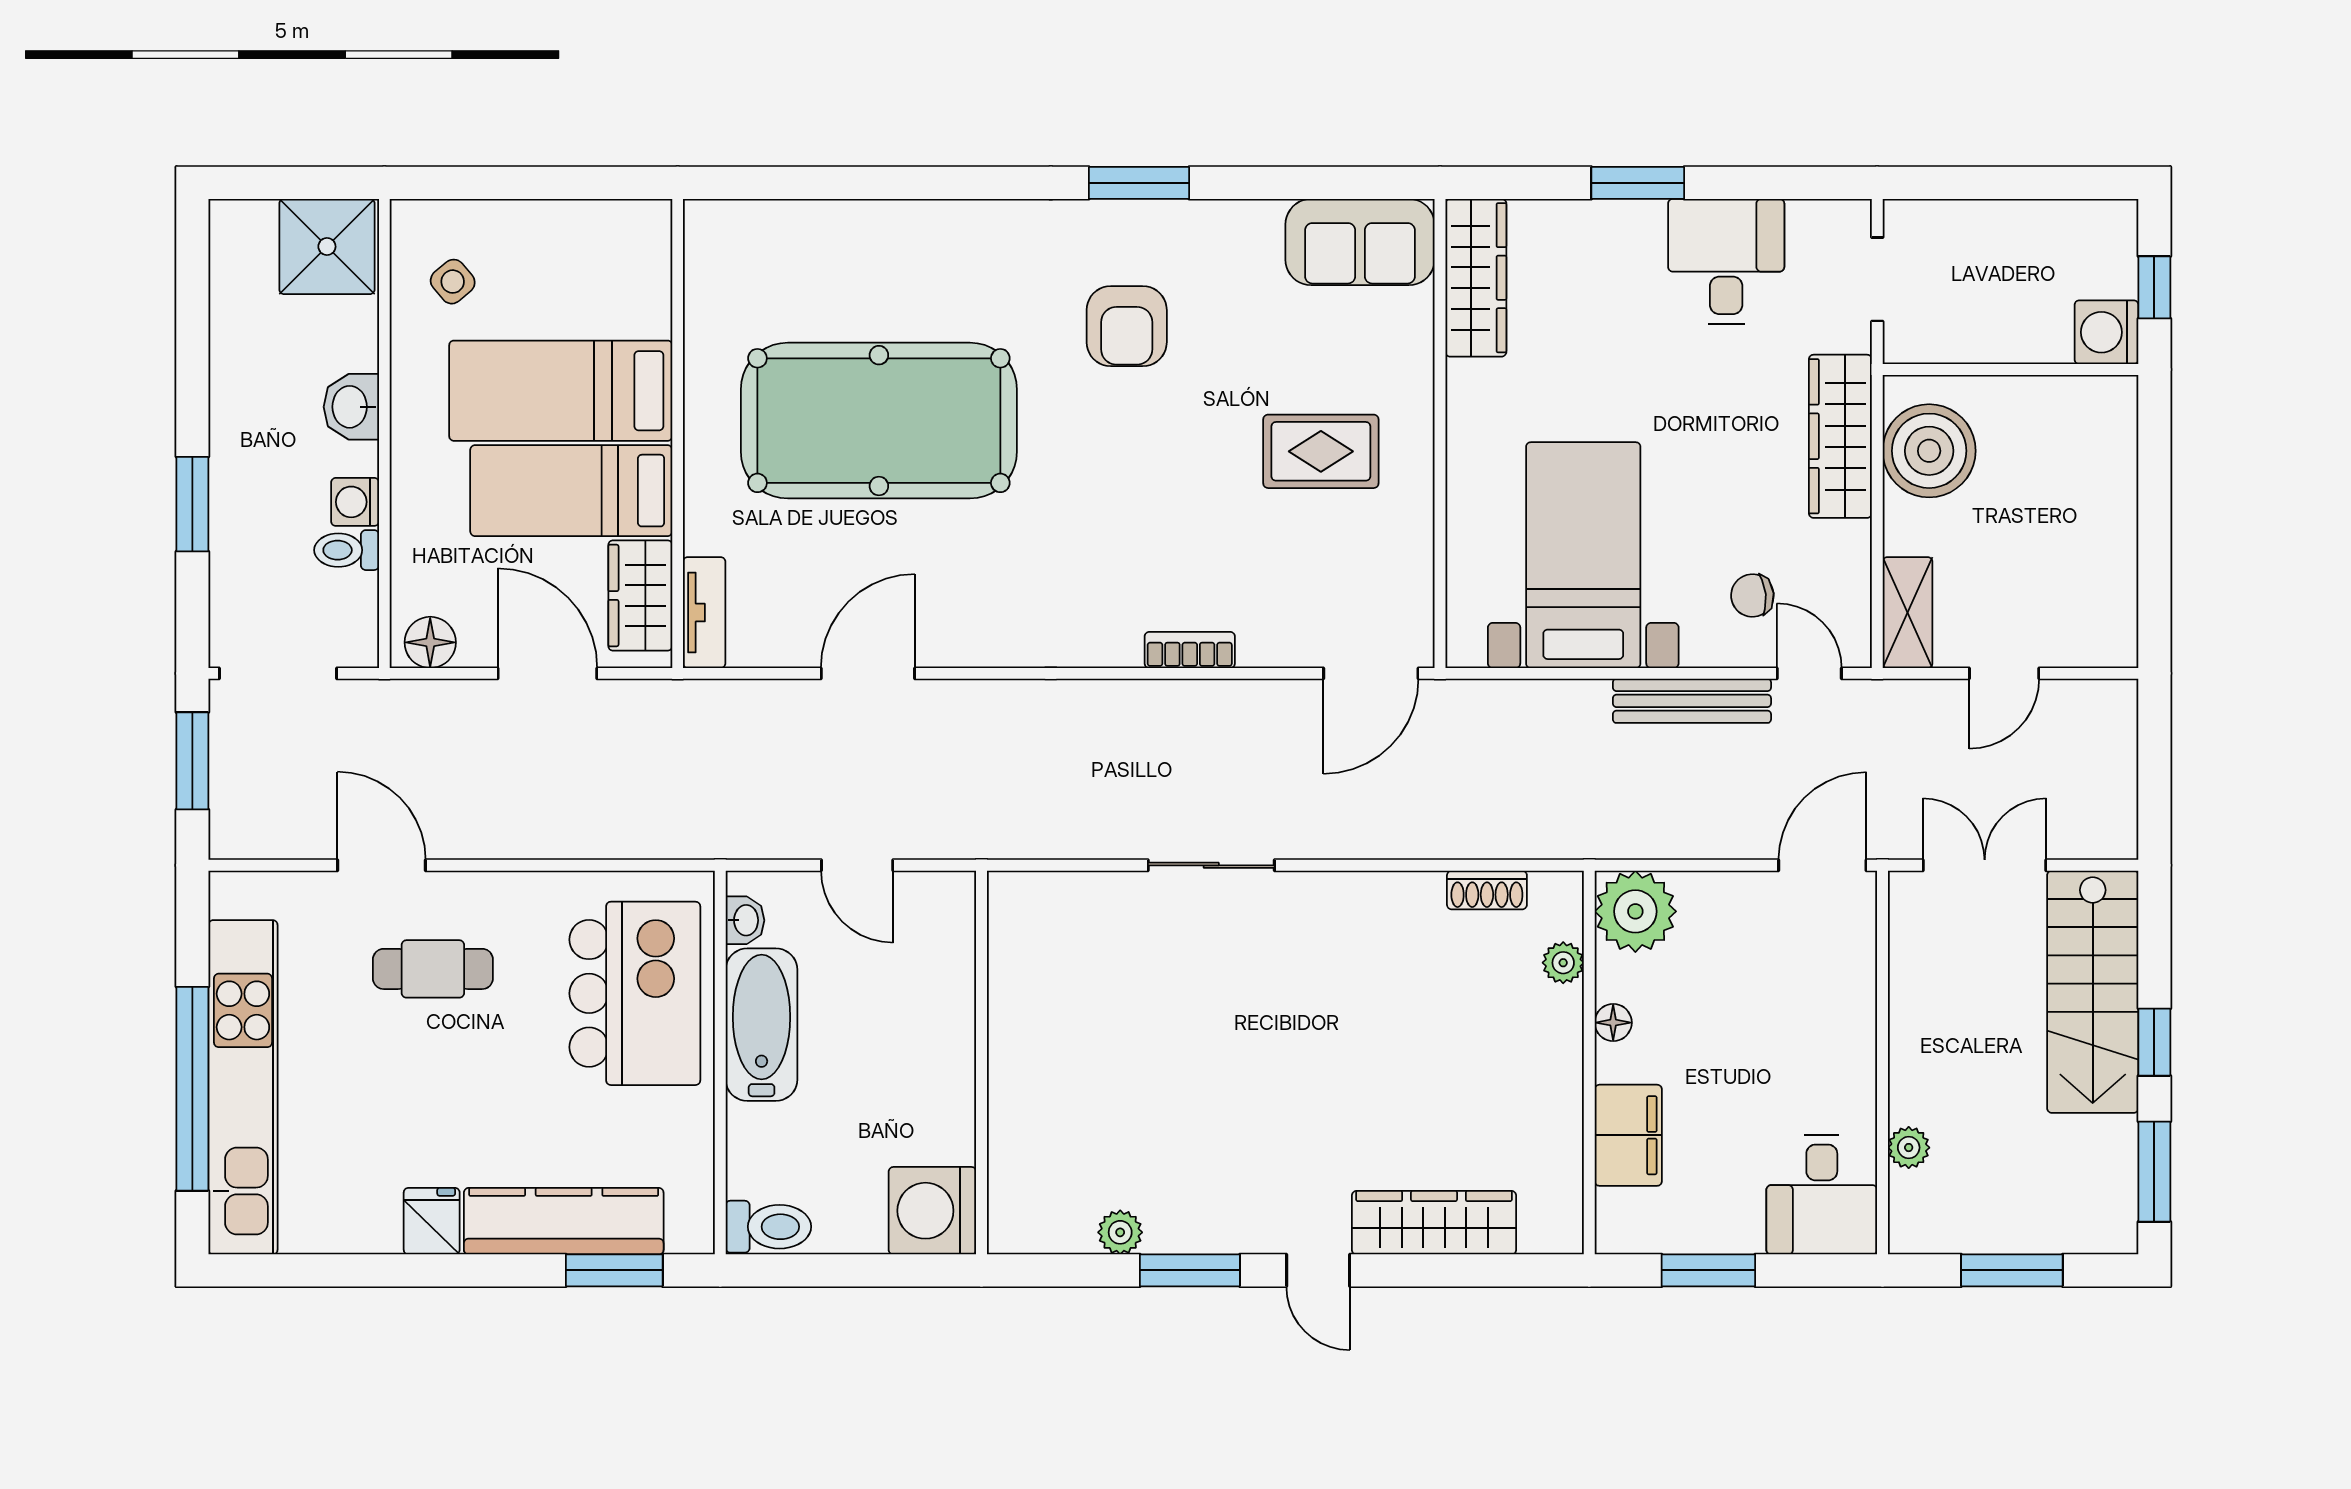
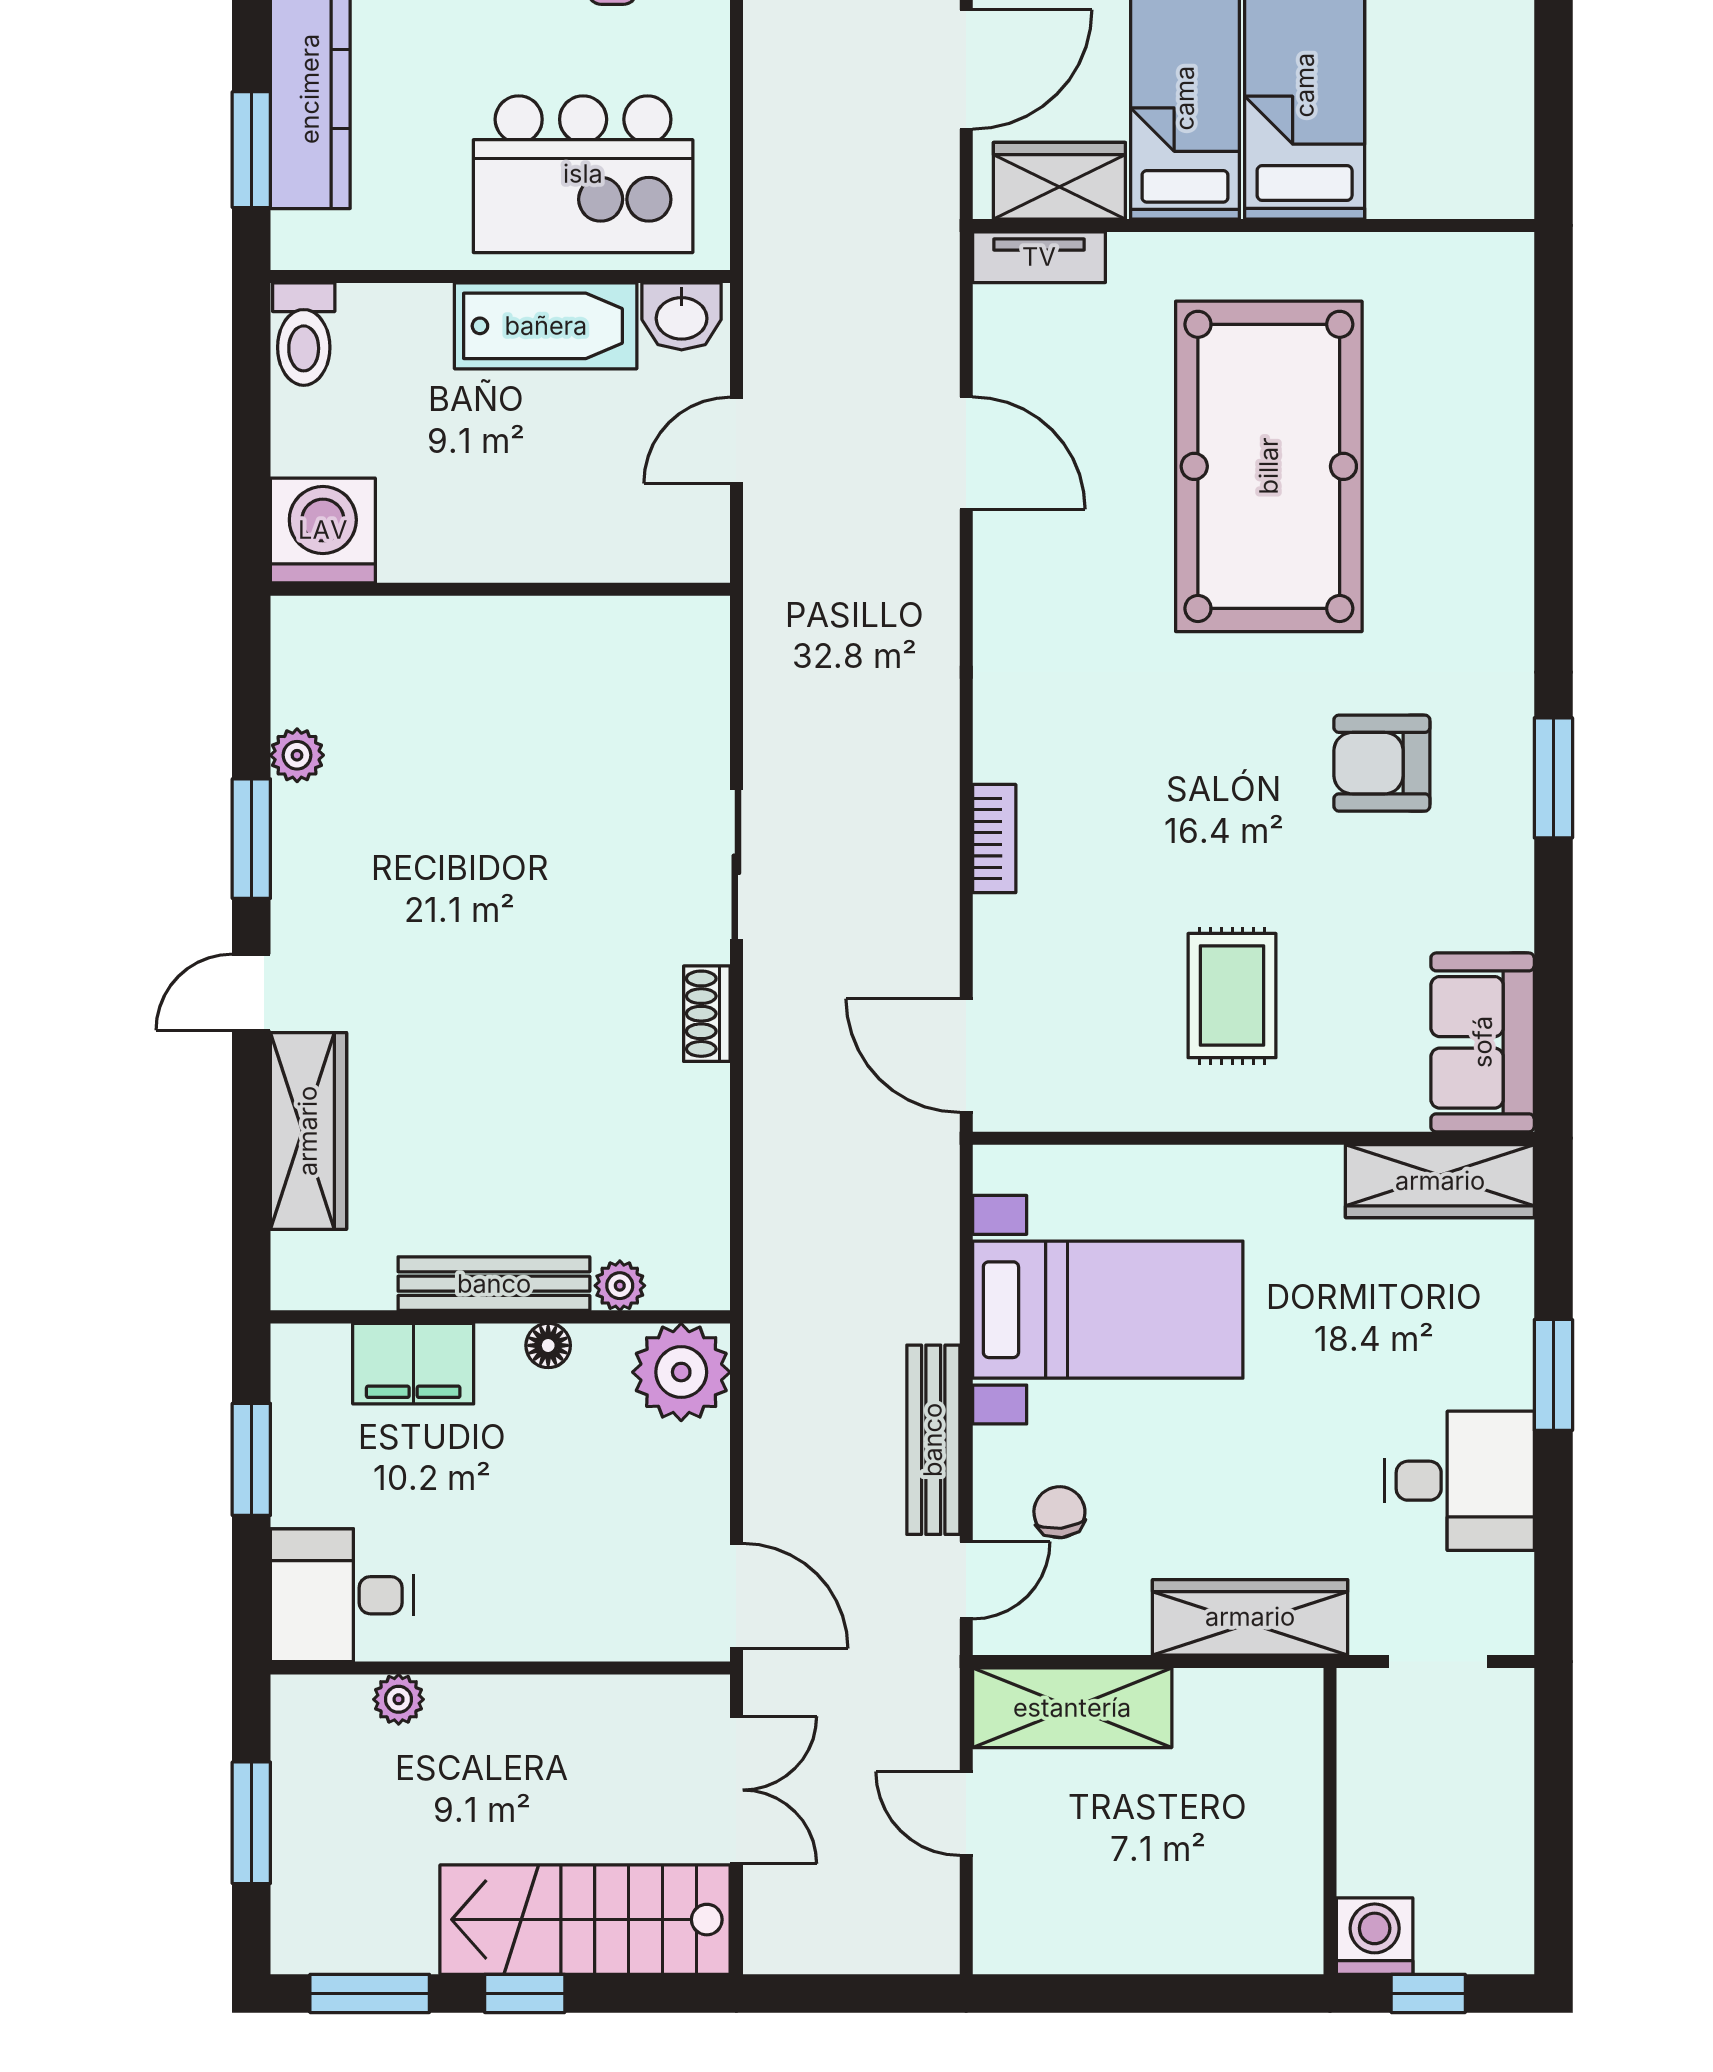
boiler: (1929, 451) -> (1233, 1724), removed
shelving: (1907, 613) -> (1072, 1708), width x1.50, depth x1.33
shoe rack: (1487, 890) -> (707, 1014), moved
washbasin: (745, 920) -> (682, 316), width x1.38, depth x1.45
bench: (1562, 1068) -> (494, 1284), added

